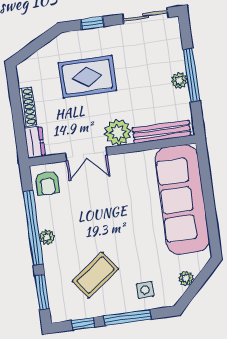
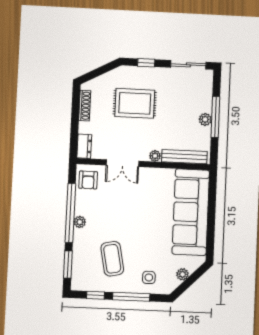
shoe rack: (28, 107) -> (85, 106), moved
plant: (118, 132) -> (155, 156), width x0.53, depth x0.53
coffee table: (95, 275) -> (112, 259), turned -65

